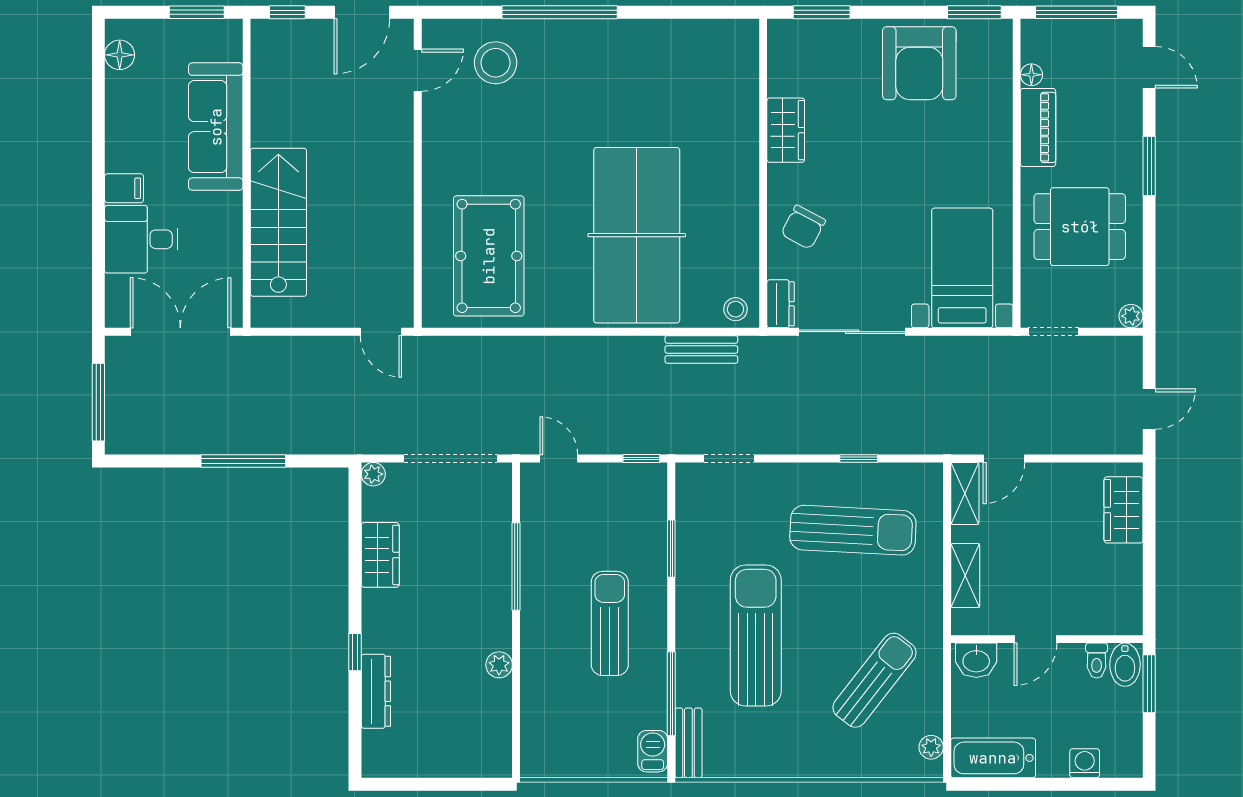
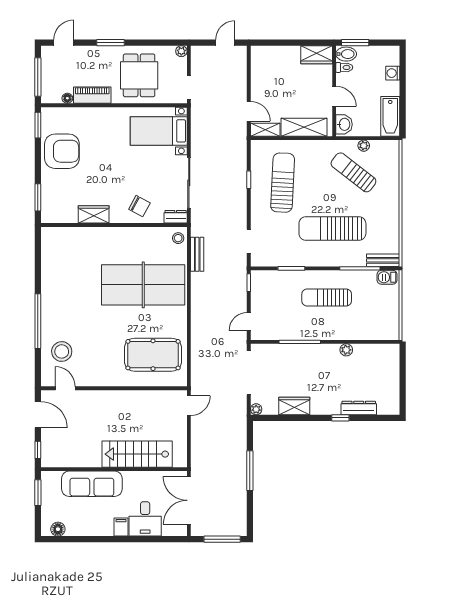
door: (1149, 409) -> (225, 43), hinge flipped
wardrobe: (1124, 510) -> (317, 55), moved
shelving: (965, 575) -> (304, 127), width x1.50, depth x1.33
plant: (931, 747) -> (364, 146), moved

